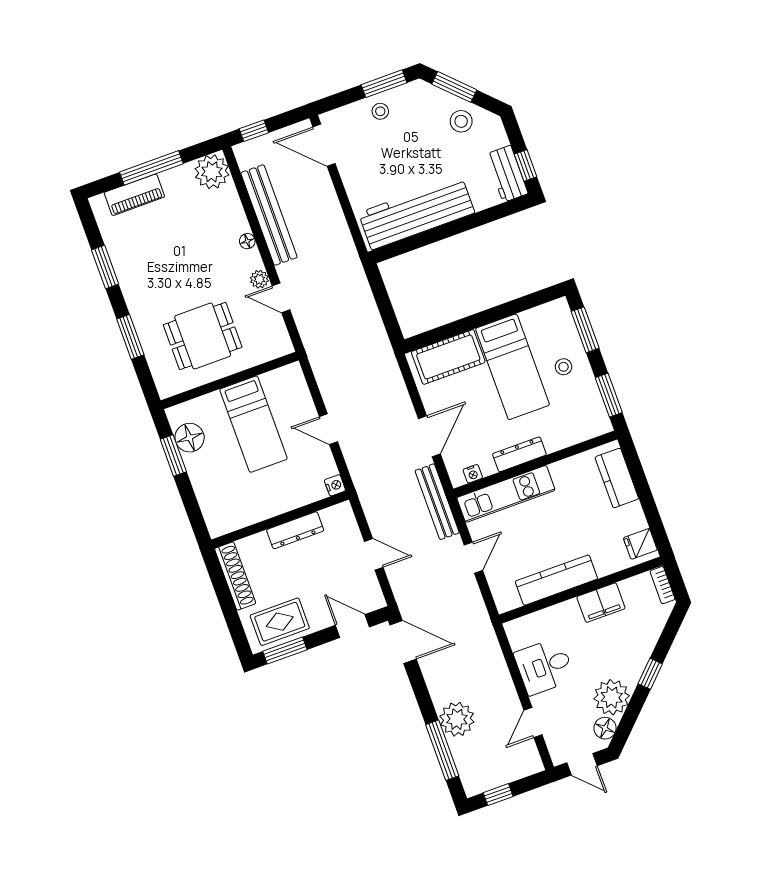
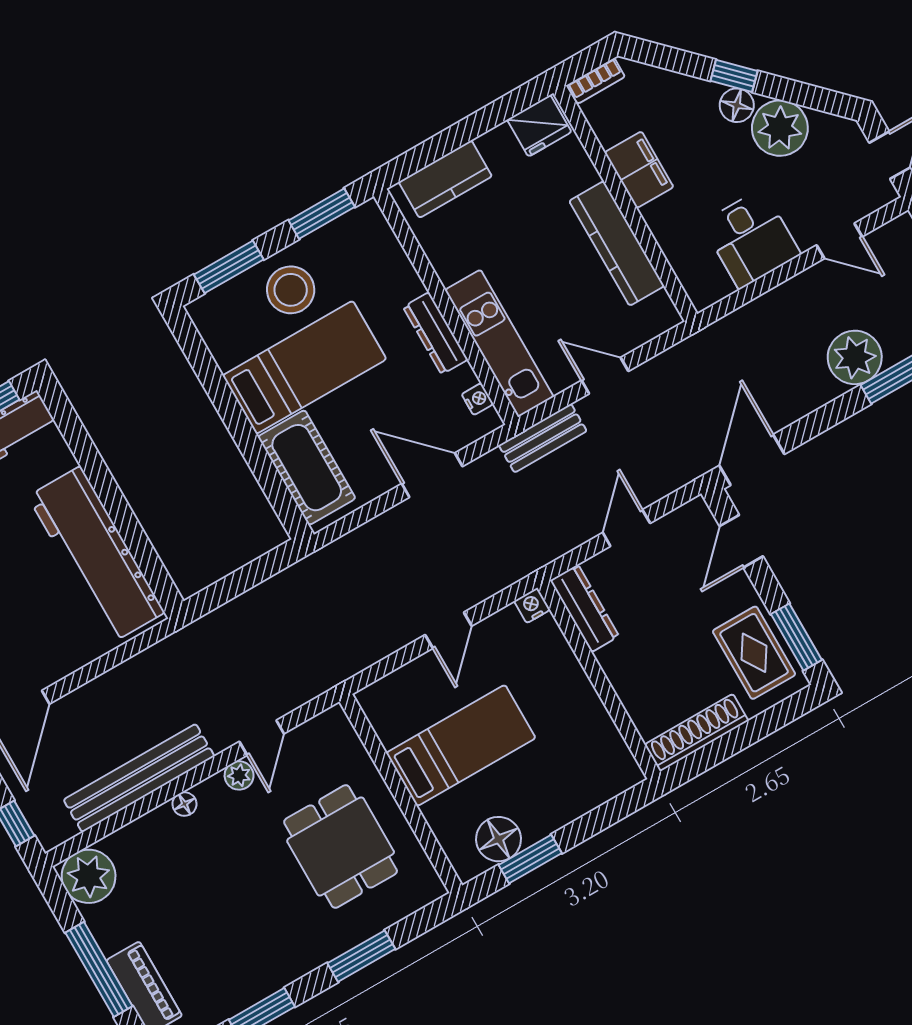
stool: (564, 367) -> (291, 290), width x1.89, depth x1.89
bench: (437, 502) -> (543, 438), width x0.73
dresser: (295, 530) -> (585, 608), moved
fridge: (640, 544) -> (539, 126), width x1.38
floor lamp: (605, 728) -> (737, 105), moved

